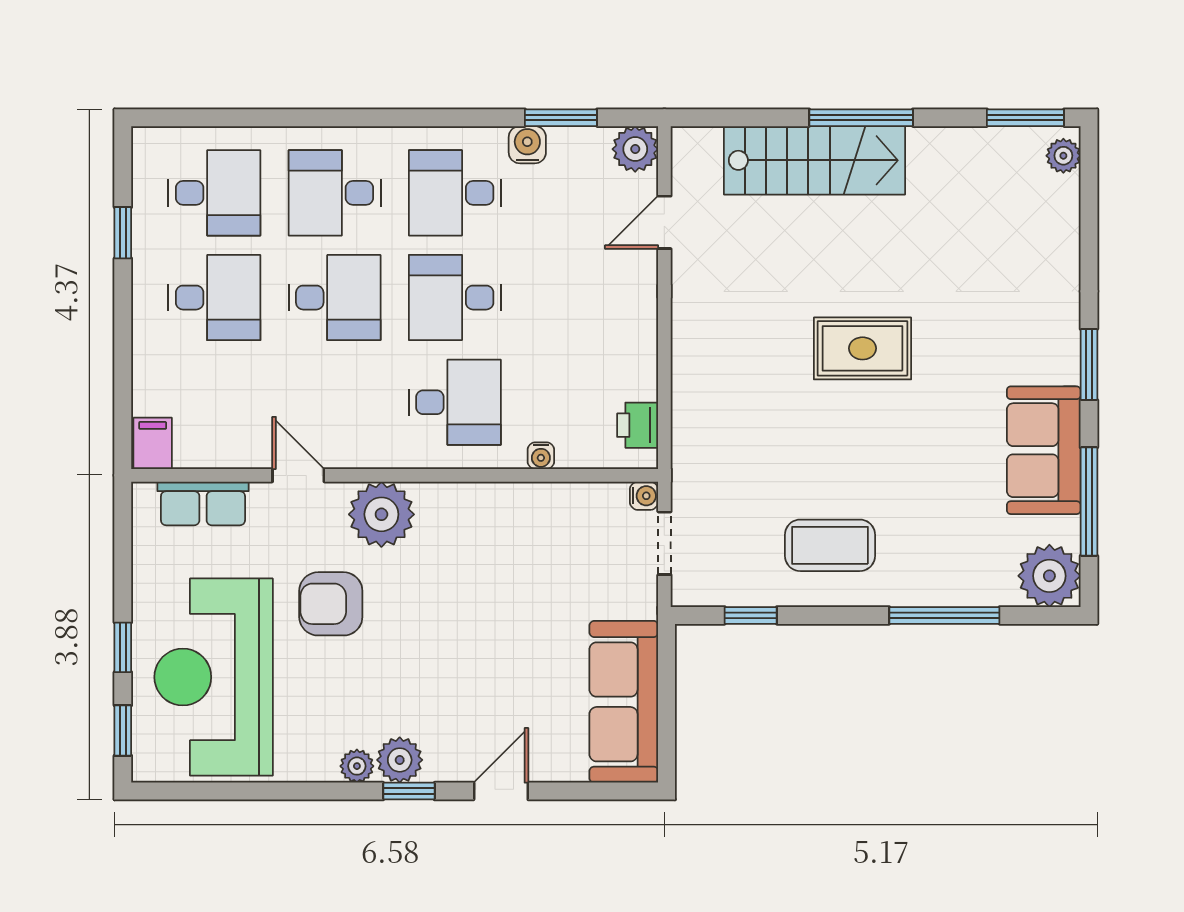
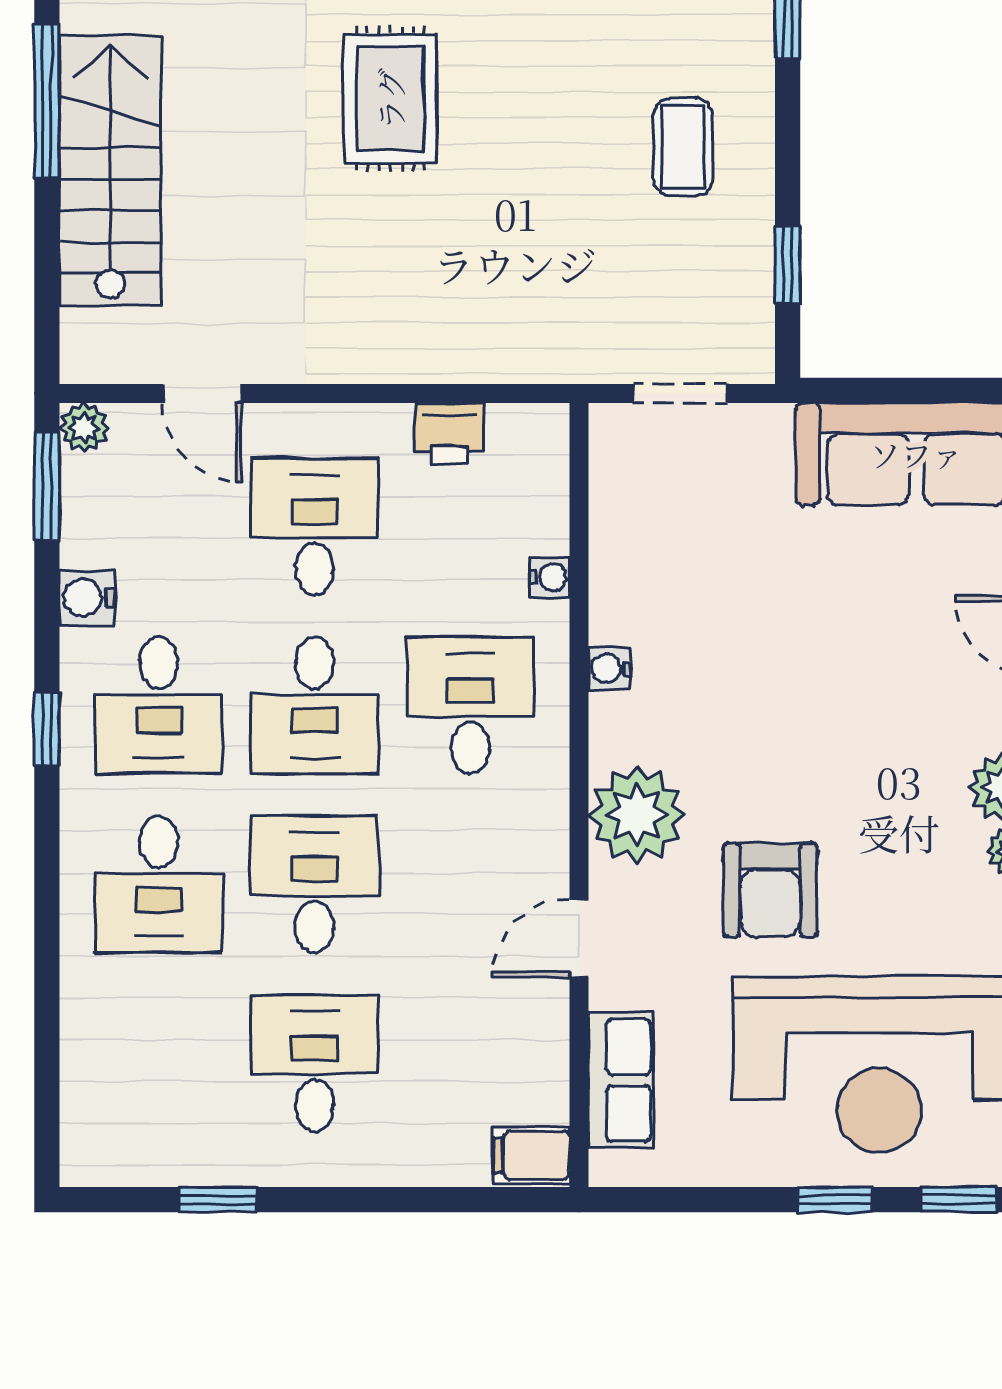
window: (439, 118) -> (47, 729), added
window: (561, 118) -> (47, 486), moved
plant: (635, 149) -> (84, 428), width x0.73, depth x0.73
desk: (214, 193) -> (314, 527), moved
printer: (638, 425) -> (449, 433), moved
water cooler: (644, 496) -> (610, 668), moved, turned -90
coffee table: (830, 545) -> (683, 147), width x0.73, depth x0.77

